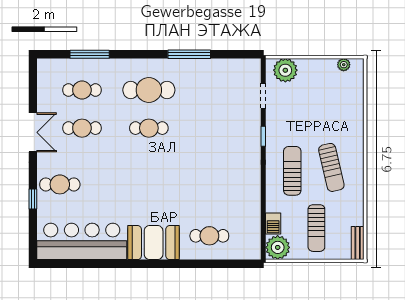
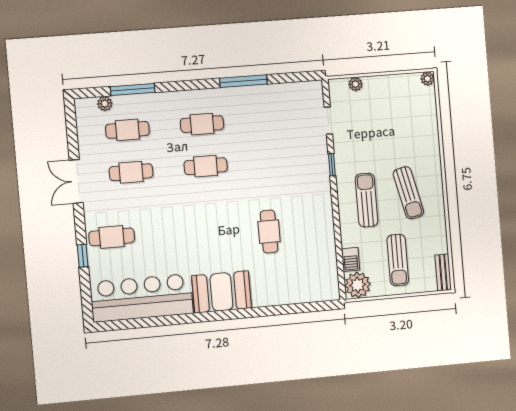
plant: (64, 65) -> (105, 104), added
plant: (344, 65) -> (427, 79), moved
plant: (285, 70) -> (356, 84), width x0.53, depth x0.53
cafe table: (149, 90) -> (202, 124), width x0.73, depth x0.74
double door: (33, 132) -> (76, 181), swing flipped
cafe table: (209, 236) -> (269, 232), moved, turned 90

